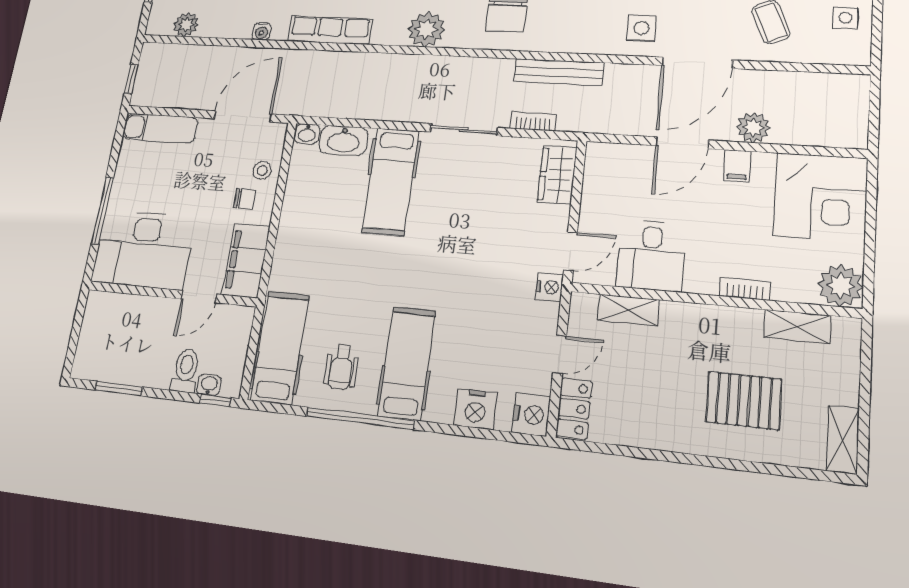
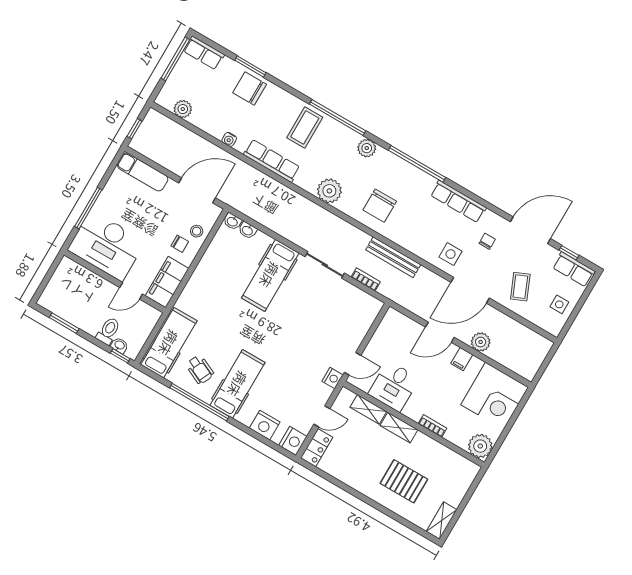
washbasin: (343, 141) -> (247, 230), width x0.52, depth x0.69
wardrobe: (557, 175) -> (365, 317), removed
shelving: (797, 326) -> (399, 428), moved
wheelchair: (341, 367) -> (200, 370), turned -65

